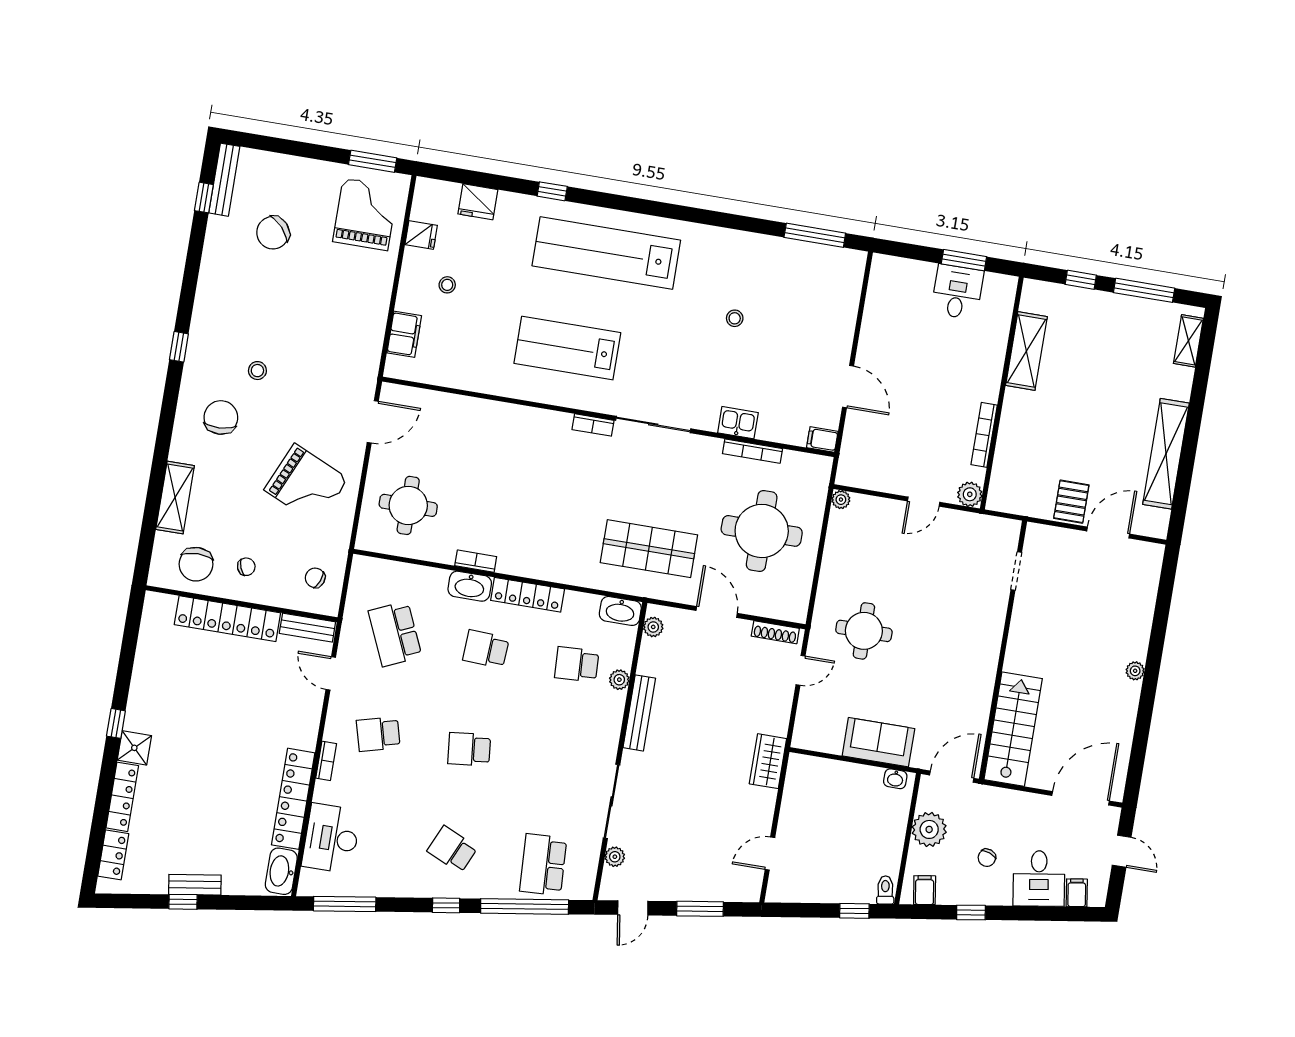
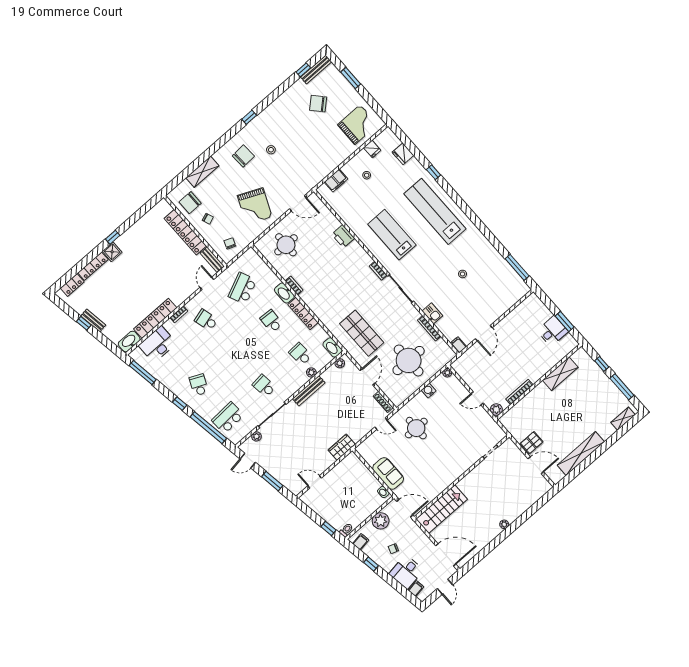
window: (373, 161) -> (351, 78), moved
printer: (490, 416) -> (343, 236), added
water cooler: (834, 553) -> (429, 390), added
school desk: (469, 749) -> (264, 386), moved

